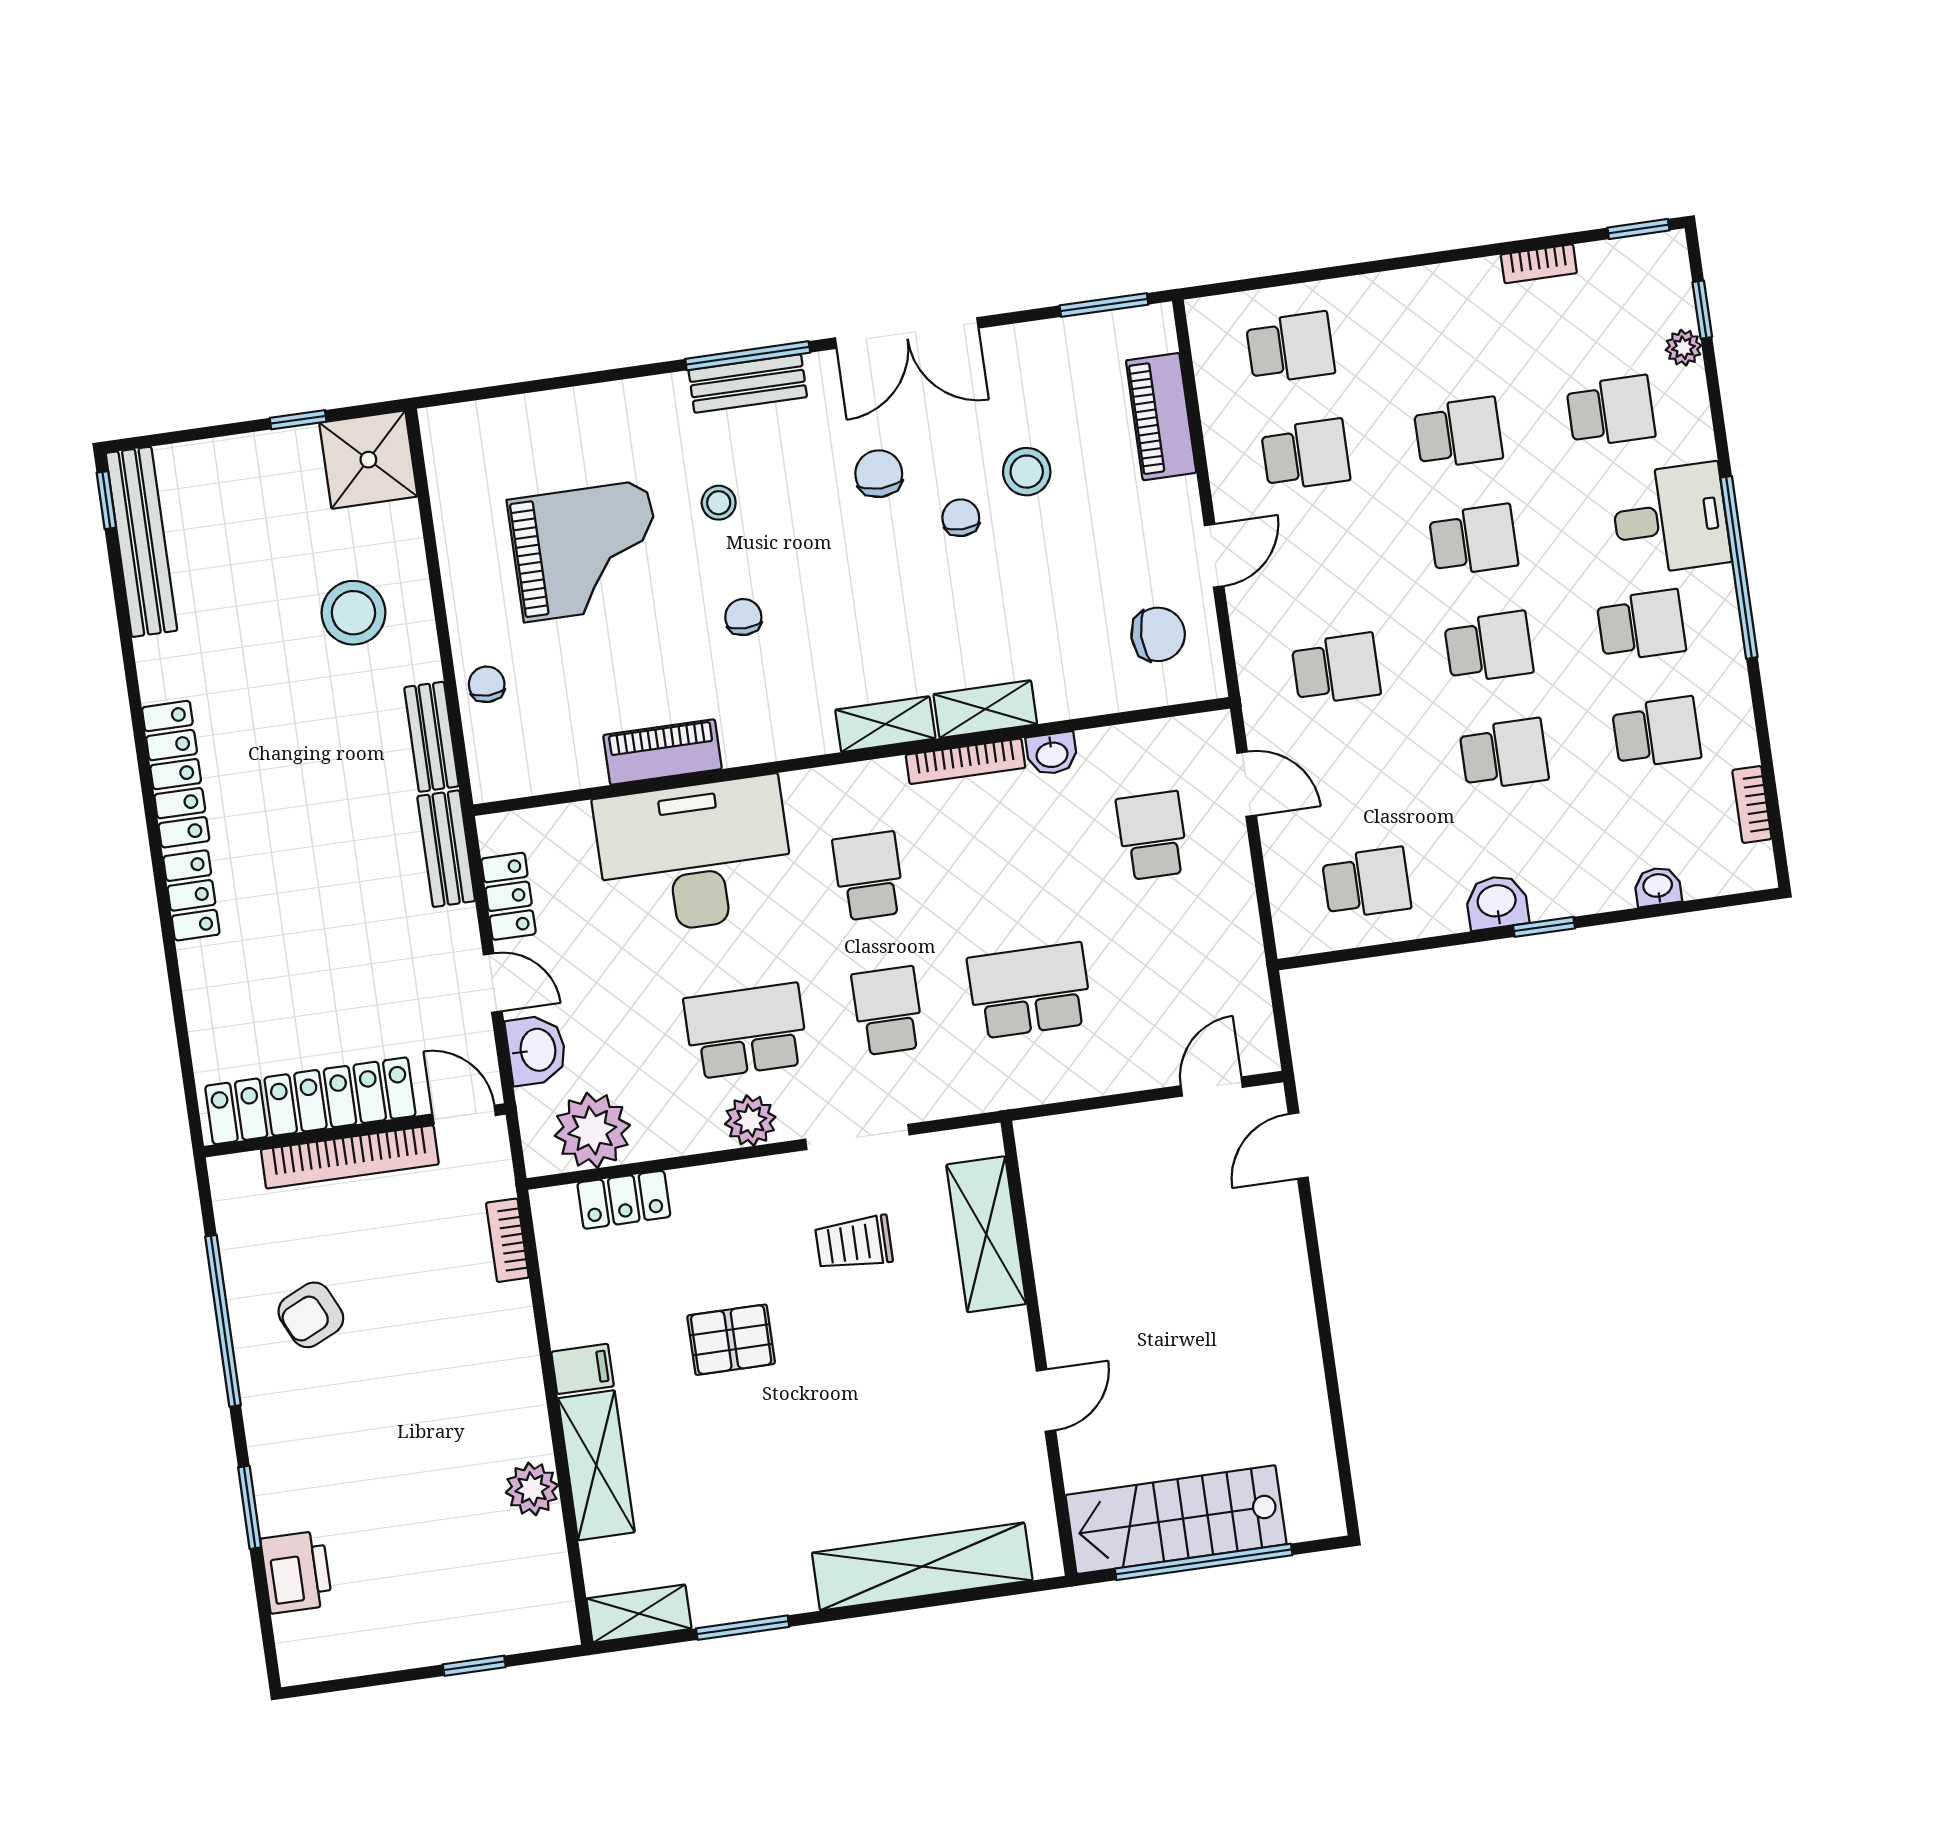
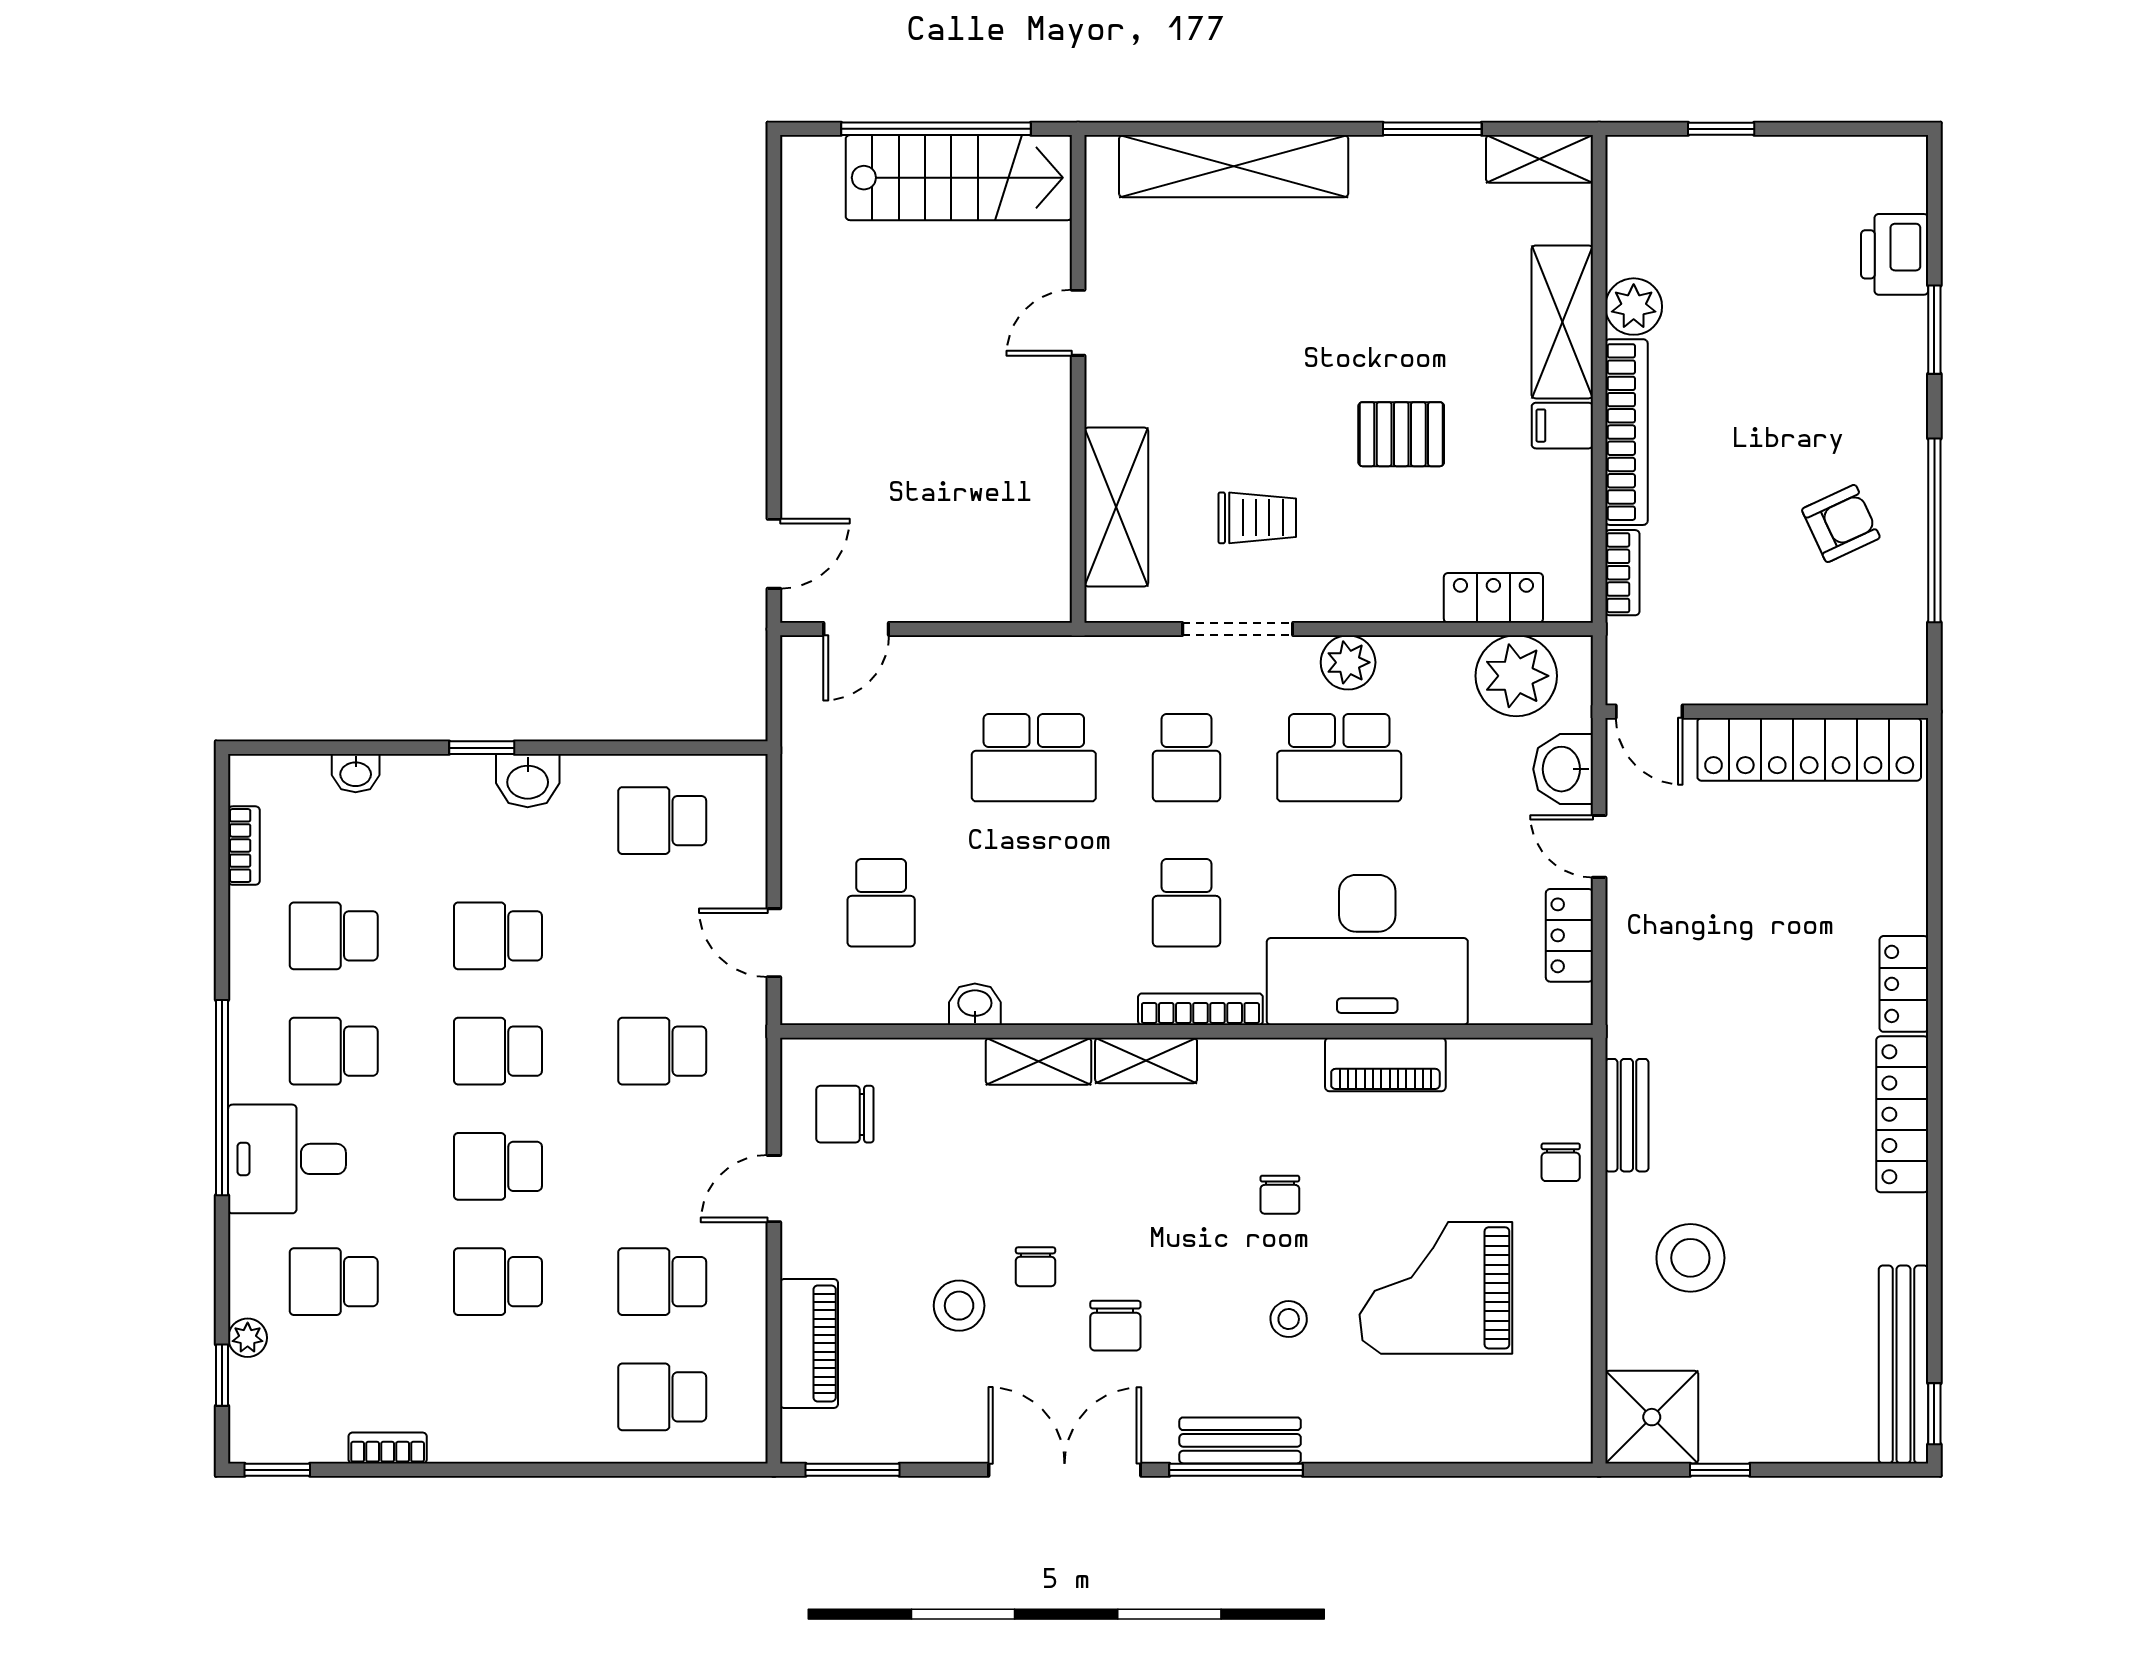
bookcase: (966, 761) -> (1200, 1009), moved
bench: (446, 849) -> (1628, 995), removed
bookcase: (350, 1157) -> (1626, 432), moved, turned 90

